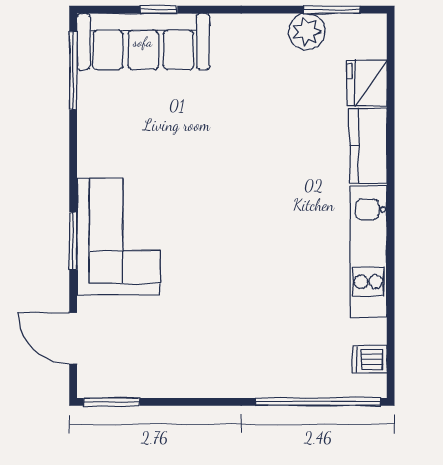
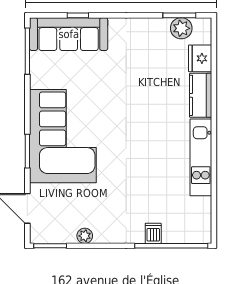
plant: (307, 32) -> (181, 28), moved
corner sofa: (119, 237) -> (63, 136), width x1.36, depth x1.36
dishwasher: (370, 360) -> (153, 233), moved, turned 90
plant: (171, 385) -> (85, 236), added

